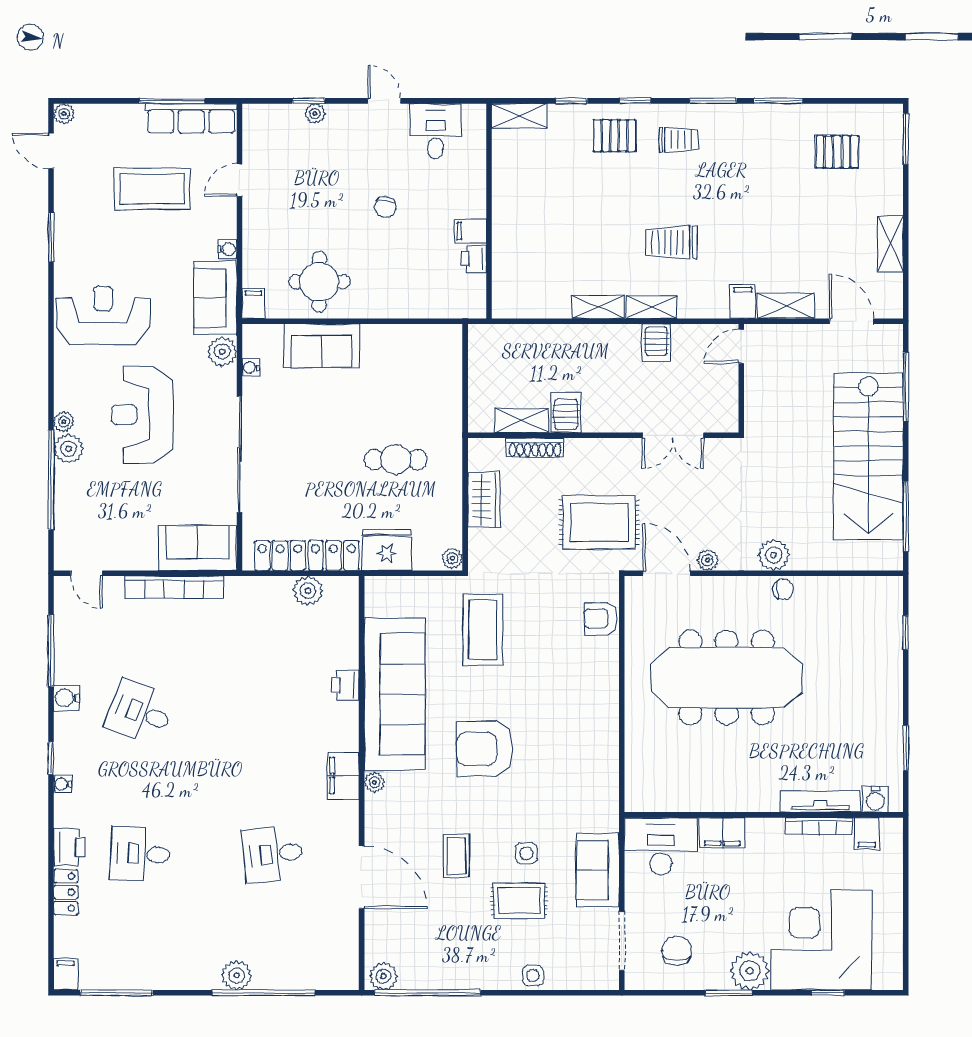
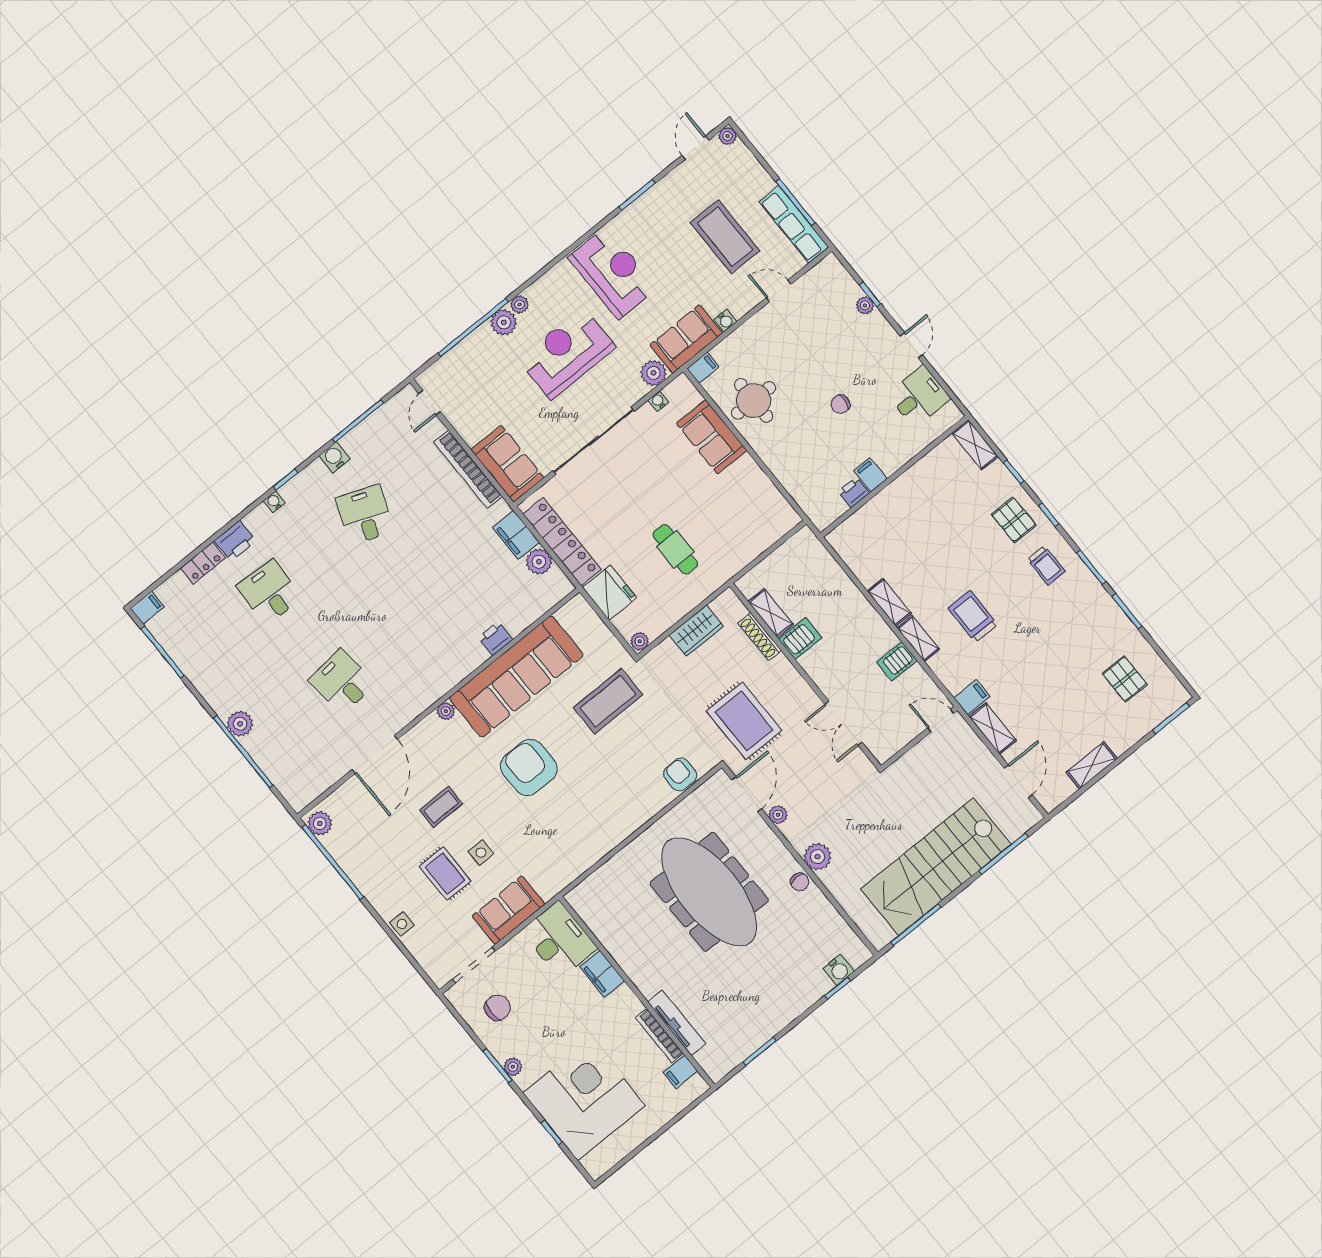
filing cabinet: (343, 776) -> (516, 535), moved, turned -90
water cooler: (875, 799) -> (839, 970), moved, turned -90
plant: (750, 971) -> (513, 1067), width x0.53, depth x0.53

